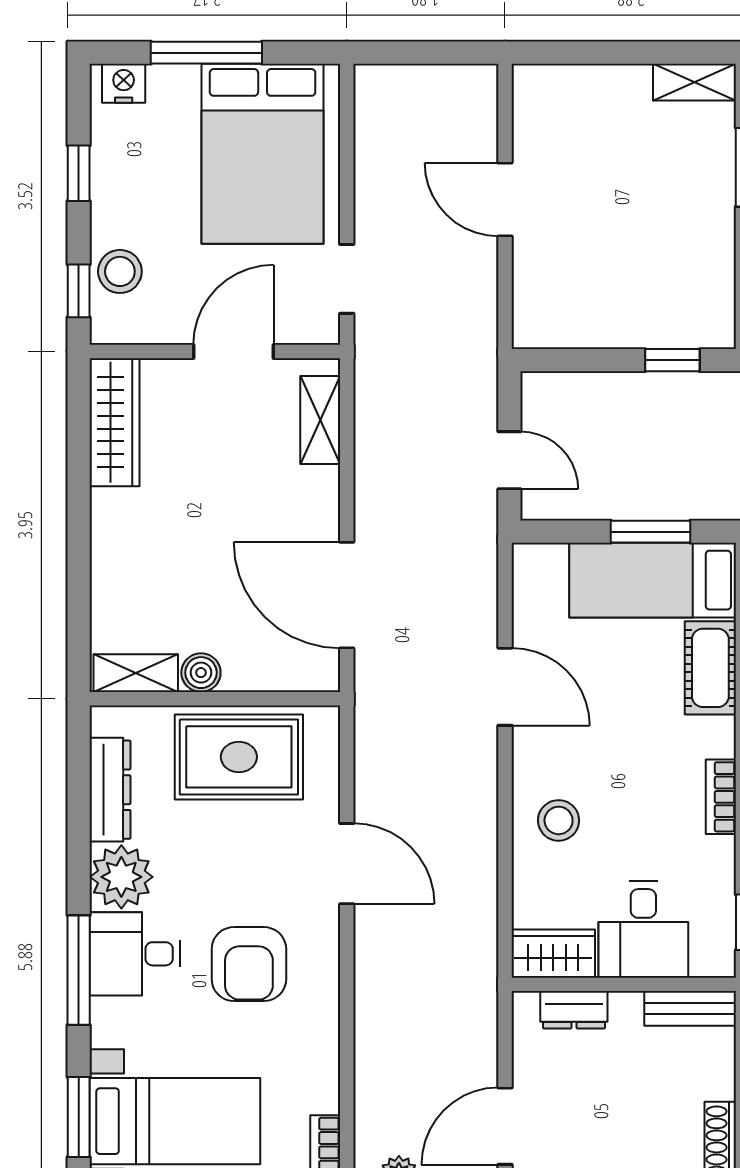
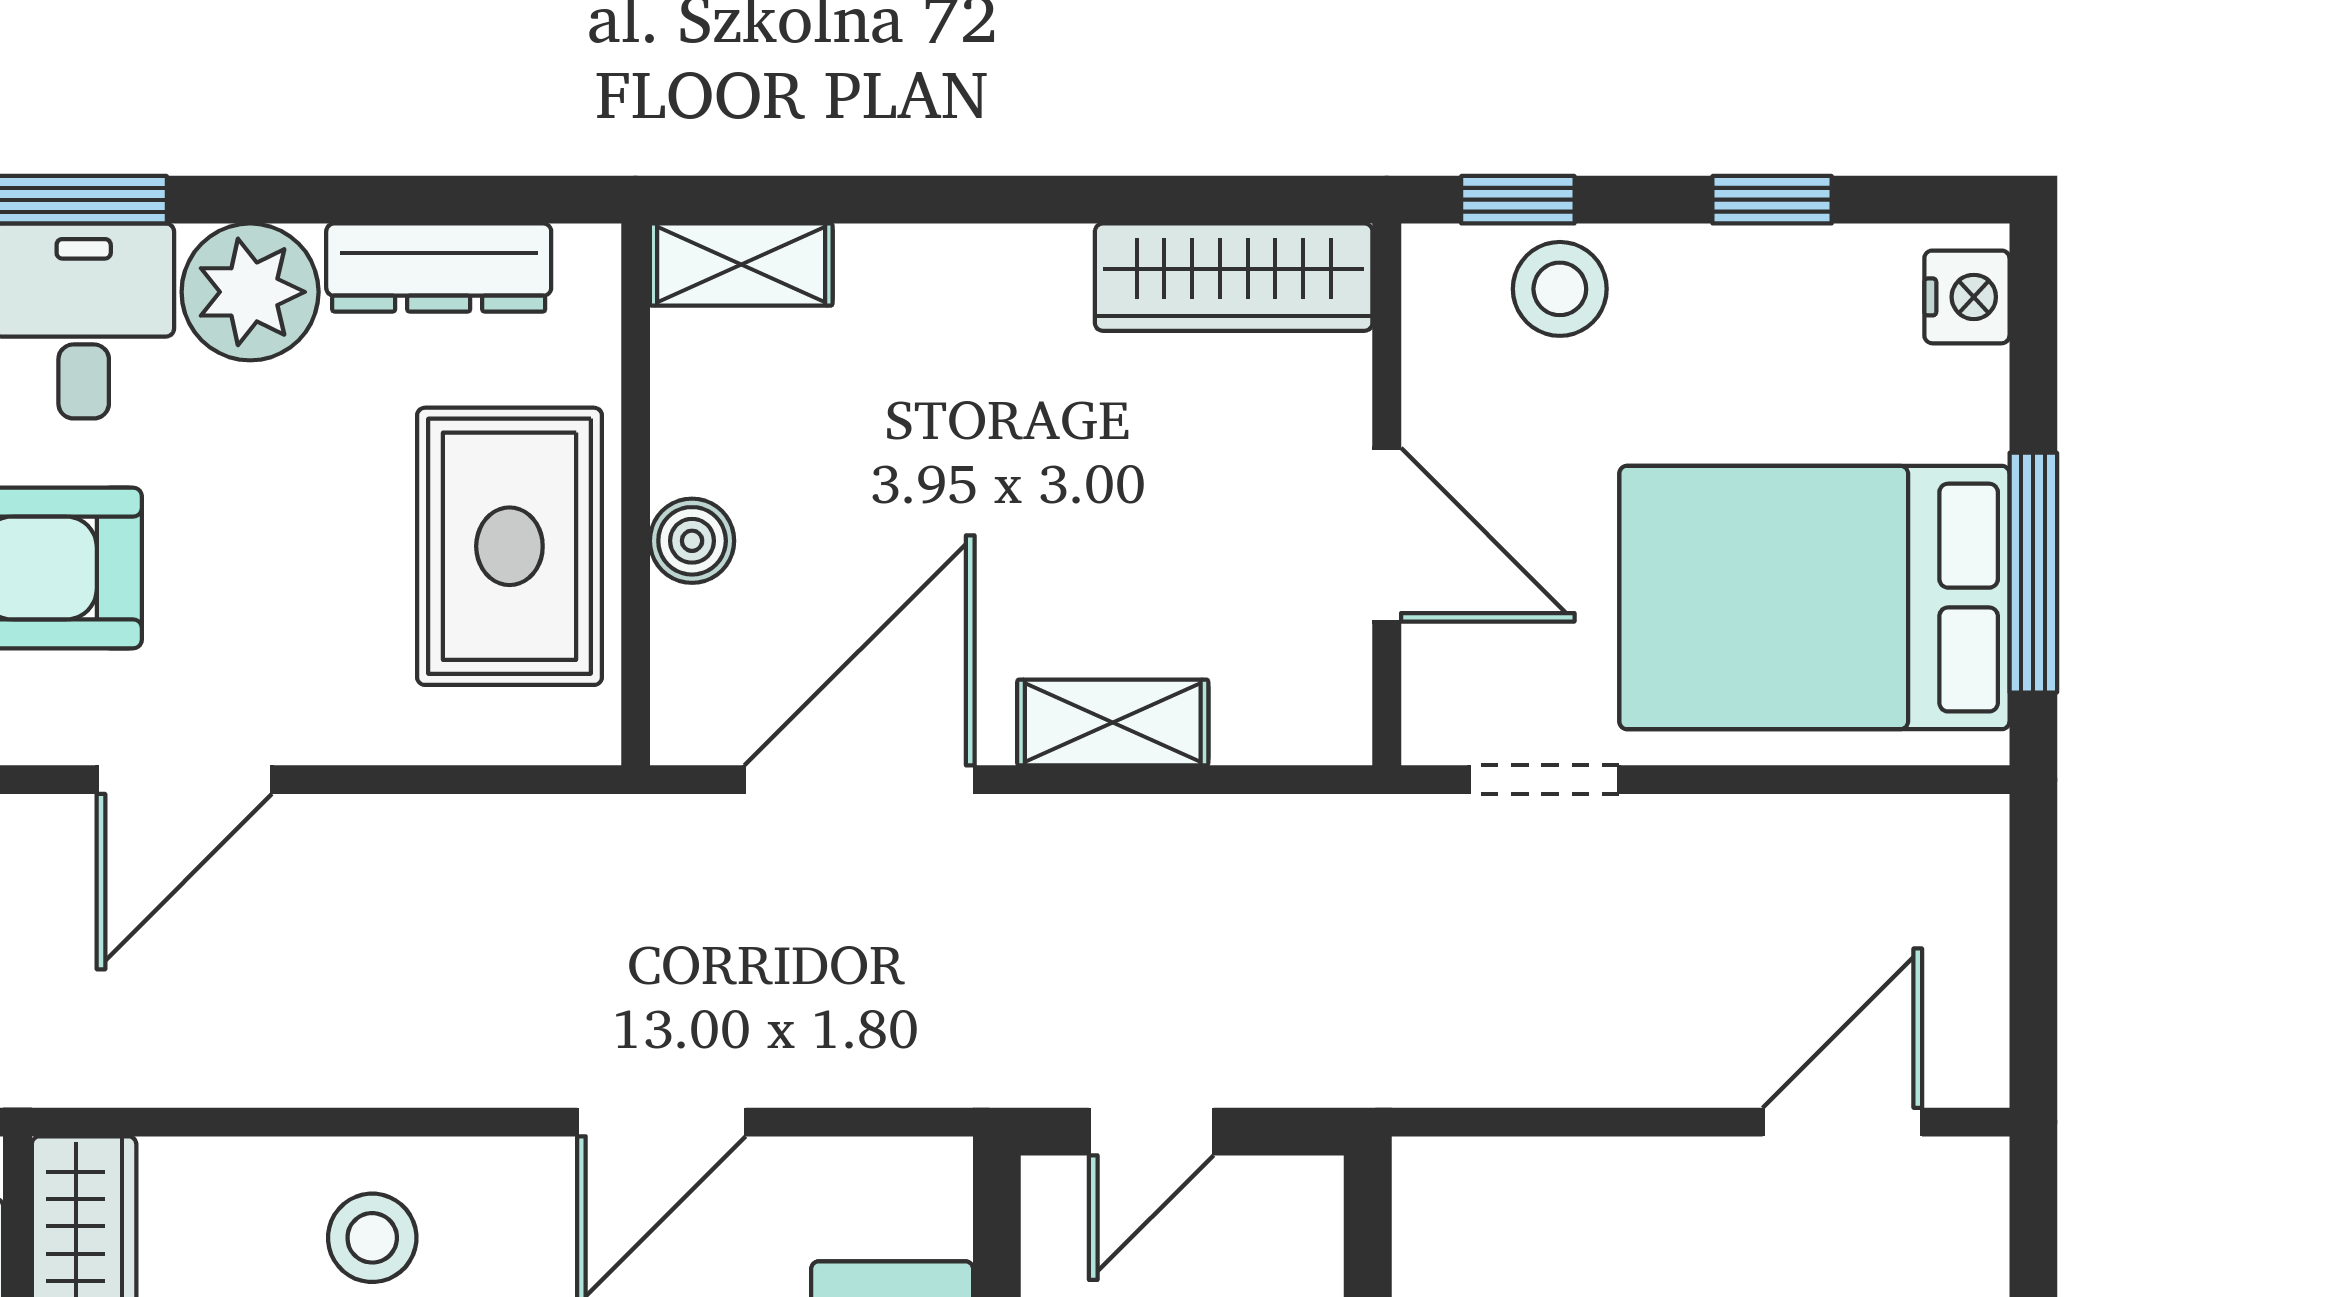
window: (206, 53) -> (2033, 573), moved
door: (505, 199) -> (1842, 1122), moved
shelving: (320, 420) -> (1113, 722), moved
shelving: (136, 673) -> (741, 265), moved, turned 90
boiler: (201, 673) -> (692, 541), moved
door: (347, 864) -> (184, 780), moved

